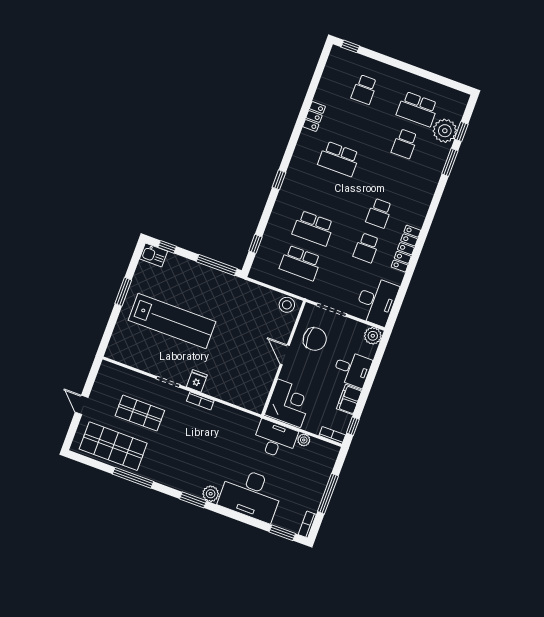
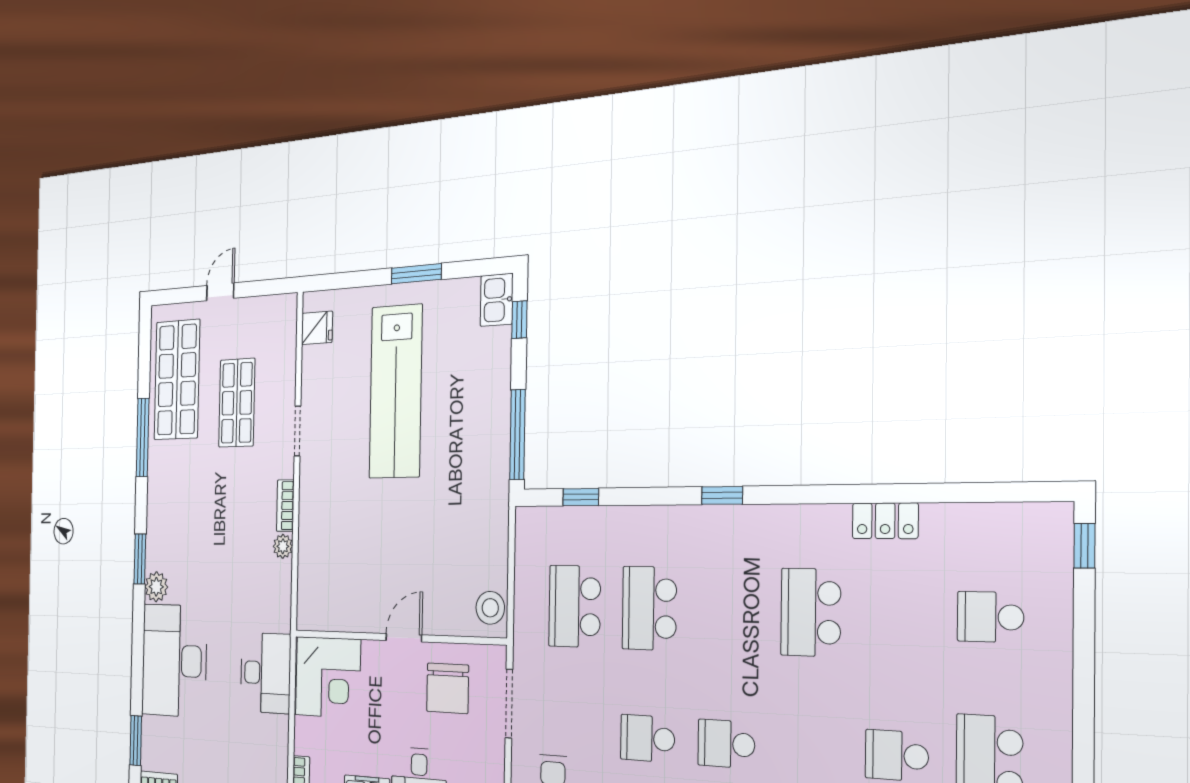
fridge: (197, 381) -> (317, 328), moved
plant: (304, 440) -> (283, 546), moved

